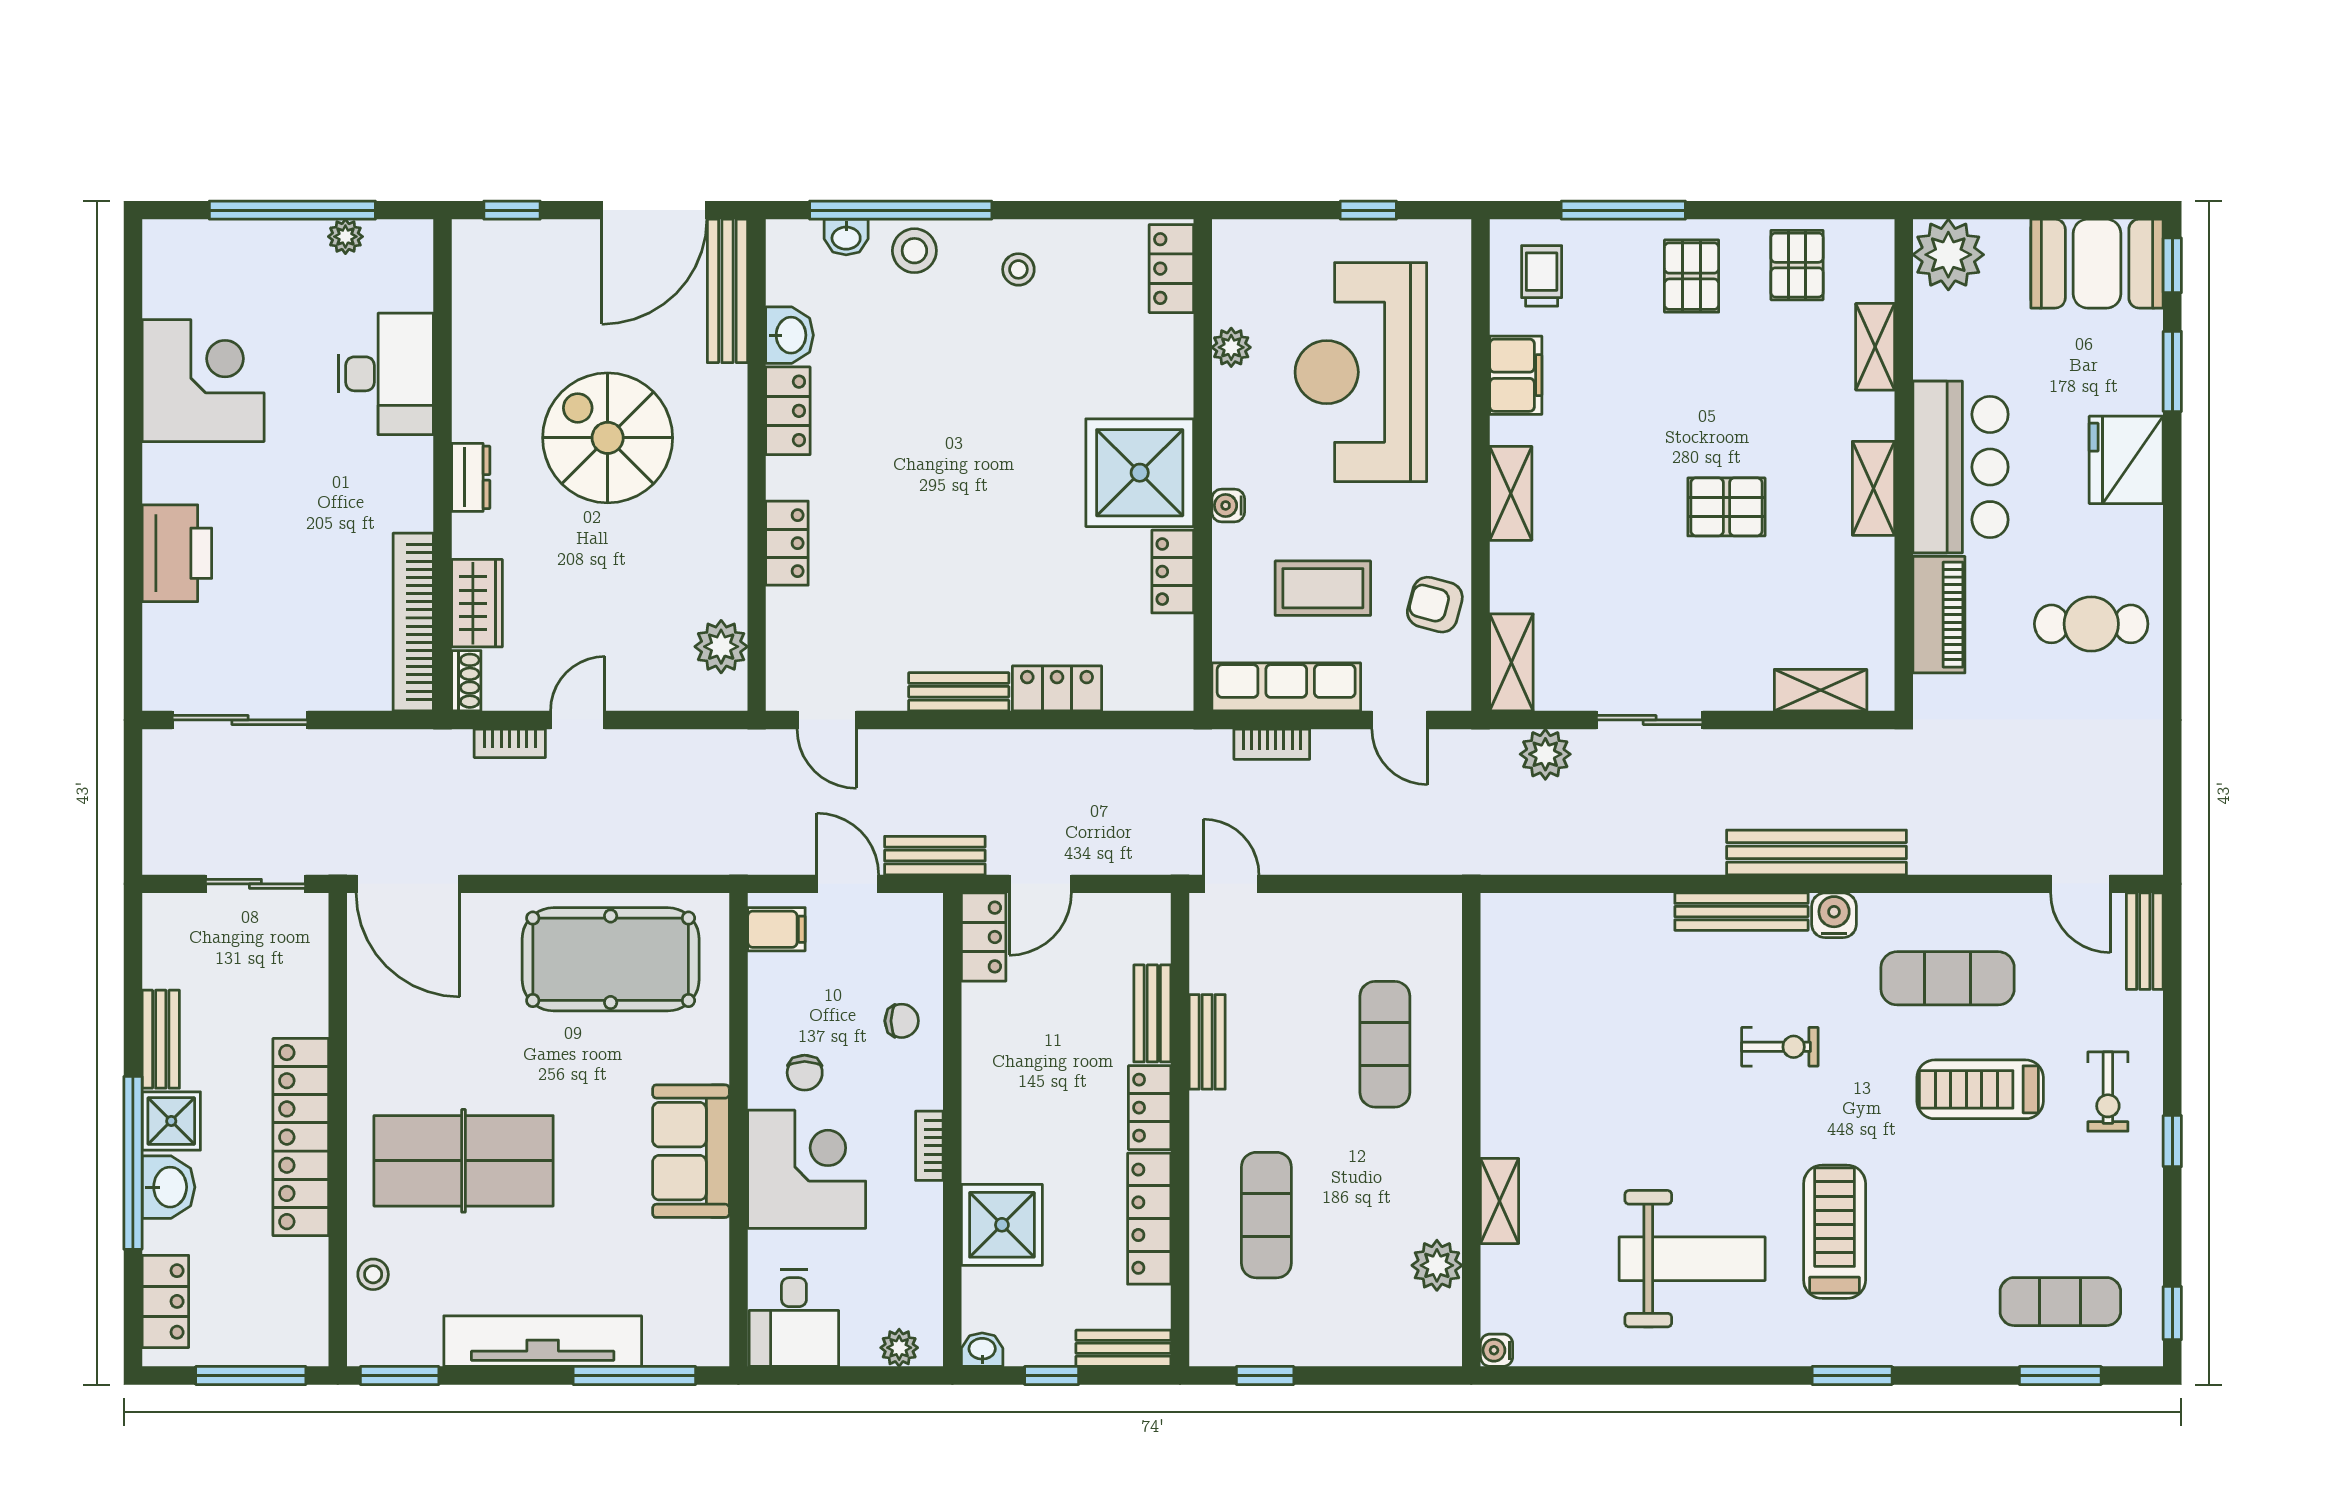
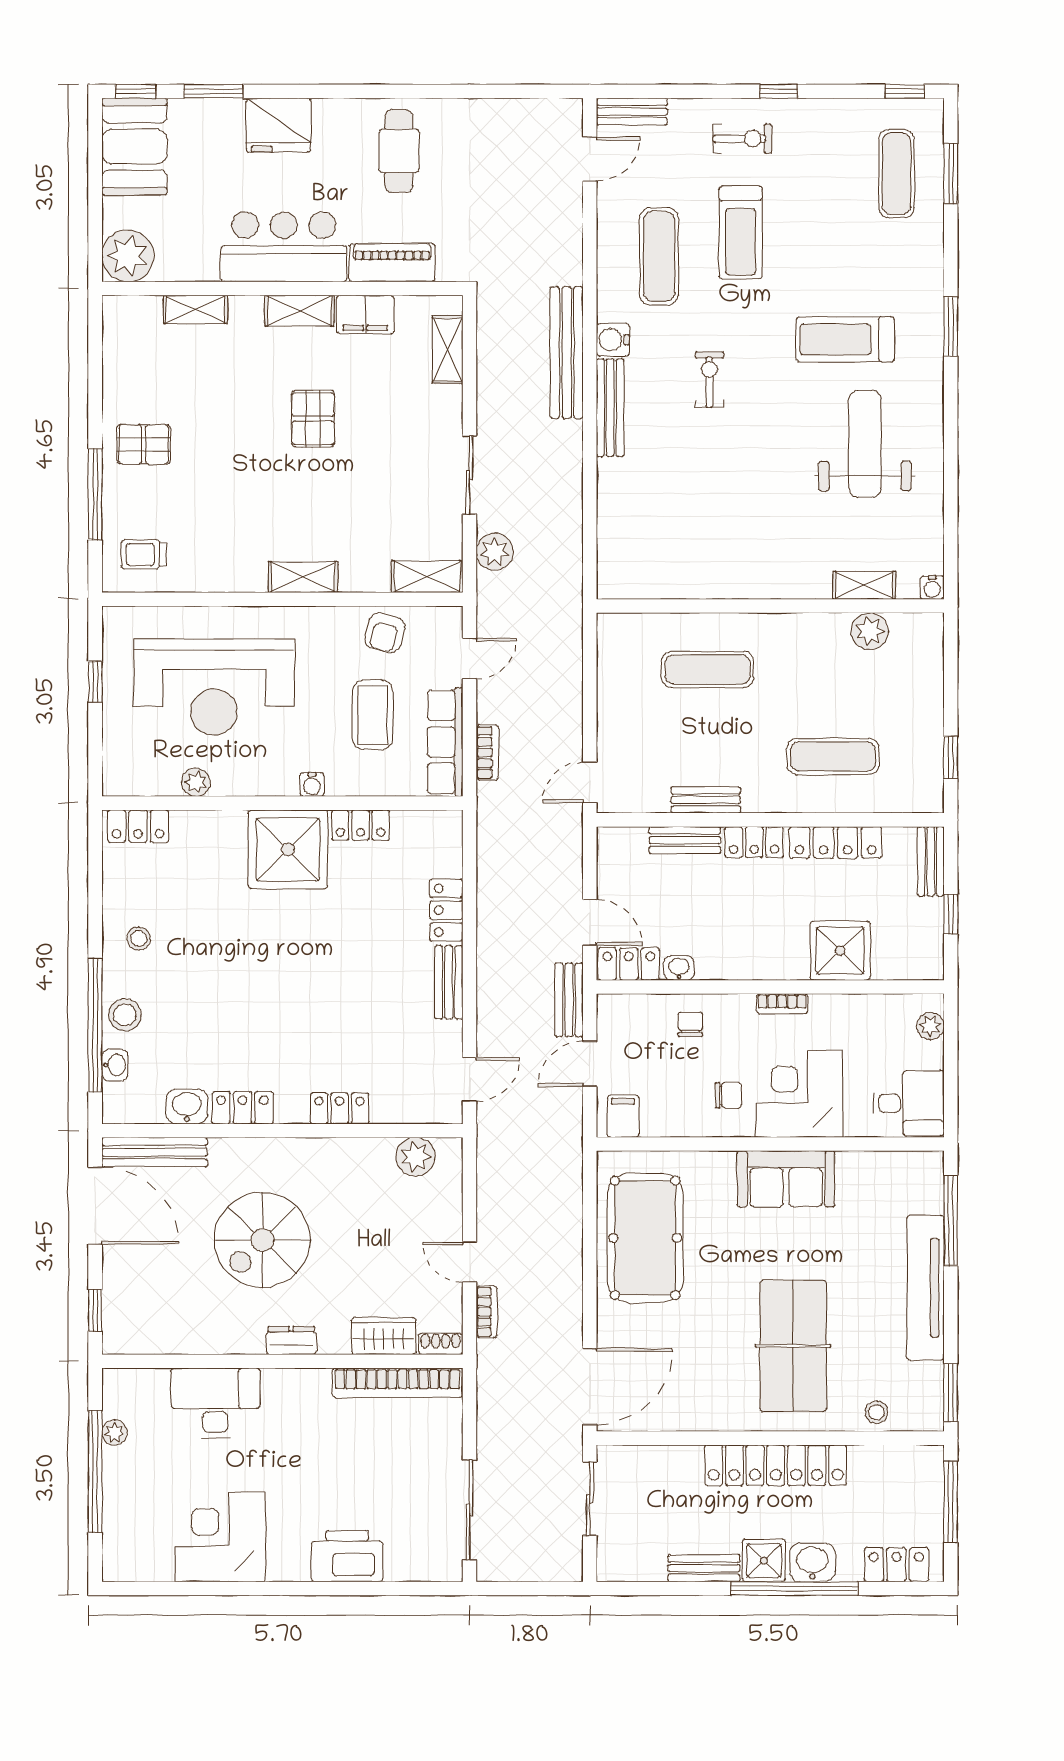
pallet: (1797, 265) -> (135, 367), removed
filing cabinet: (1516, 375) -> (365, 314), moved, turned 180
shelving: (1500, 1201) -> (864, 585), moved
washbasin: (982, 1350) -> (679, 968), moved, turned 90

